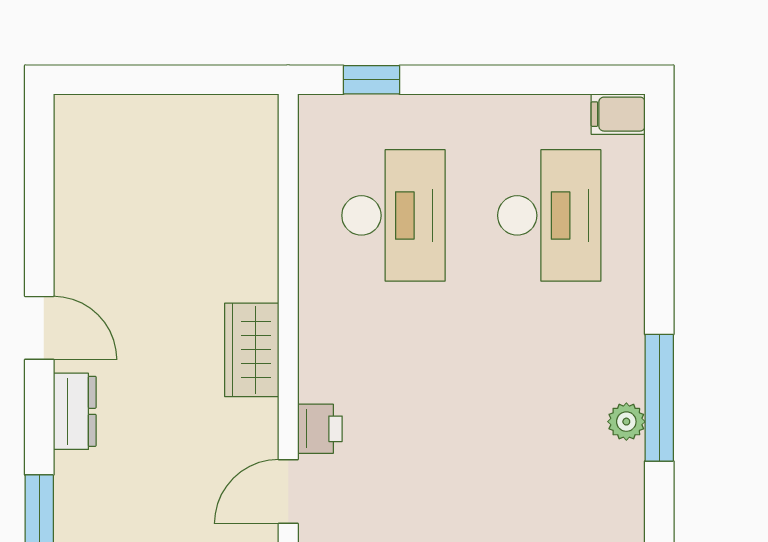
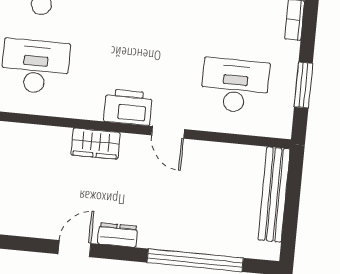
printer: (320, 429) -> (128, 107), width x1.87, depth x1.48

